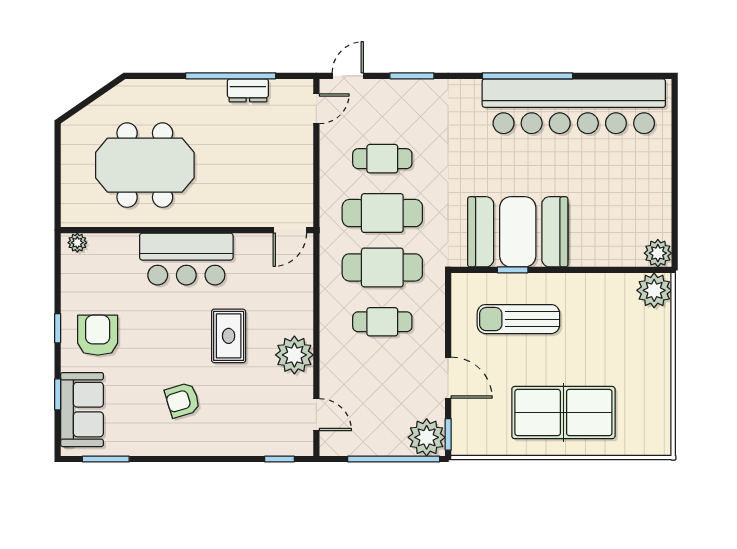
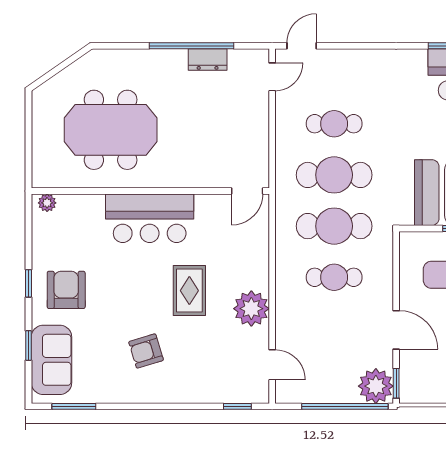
window: (412, 76) -> (362, 46), removed

